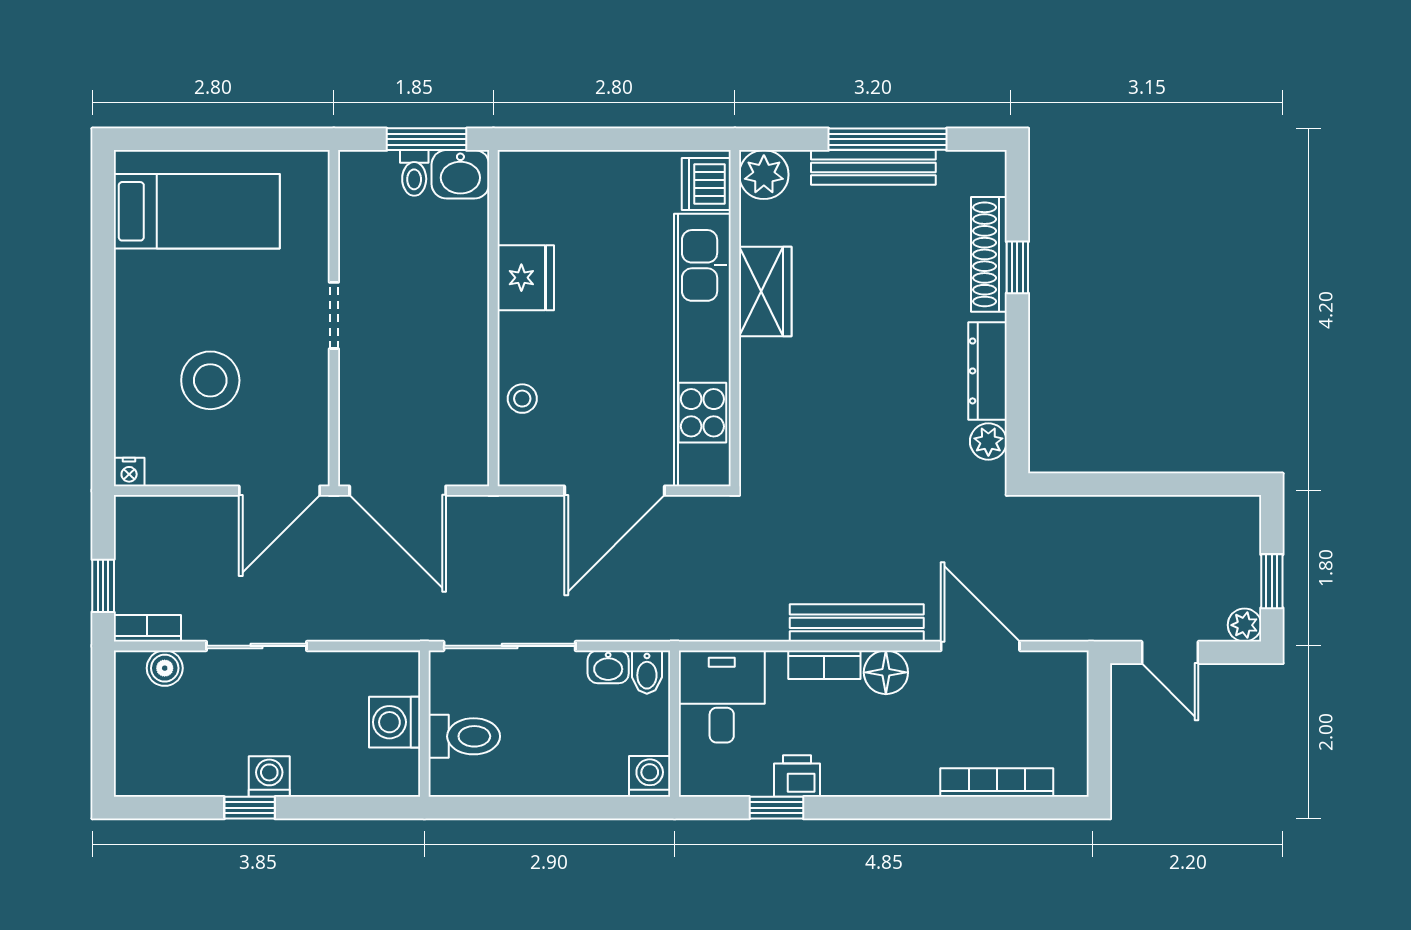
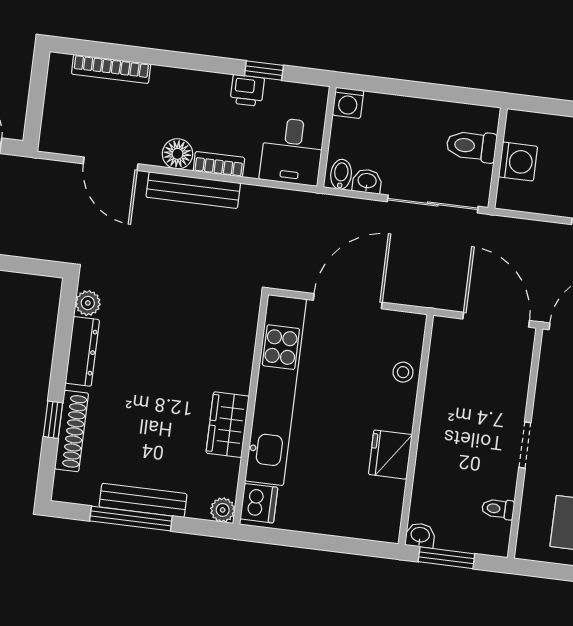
toilet: (414, 173) -> (498, 509), moved, turned -90
washbasin: (460, 174) -> (420, 535), width x0.72, depth x0.69
plant: (764, 175) -> (223, 510), width x0.73, depth x0.73

